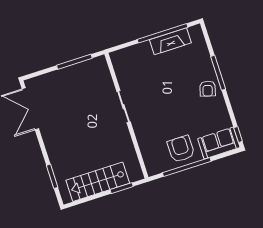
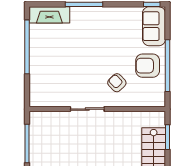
fireplace: (170, 41) -> (49, 15), moved, turned 90
armchair: (208, 89) -> (117, 83), moved, turned -150

